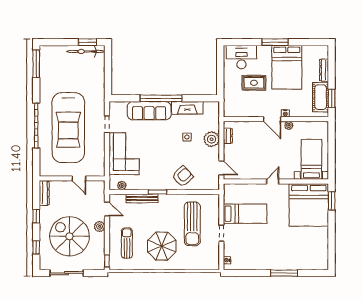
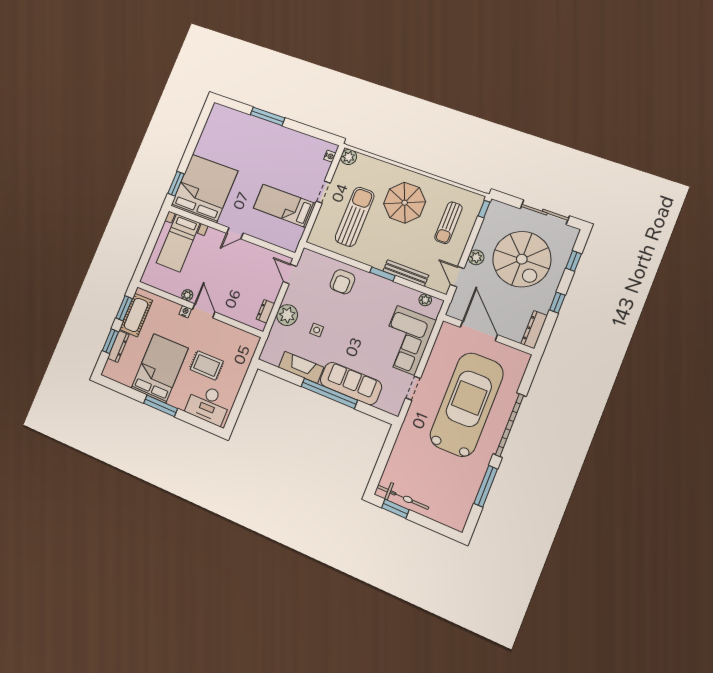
window: (36, 64) -> (486, 486), moved
window: (332, 71) -> (110, 341), added
armchair: (183, 176) -> (342, 282), turned -47
door: (79, 178) -> (479, 331), width x1.88
plant: (213, 264) -> (349, 157), added

